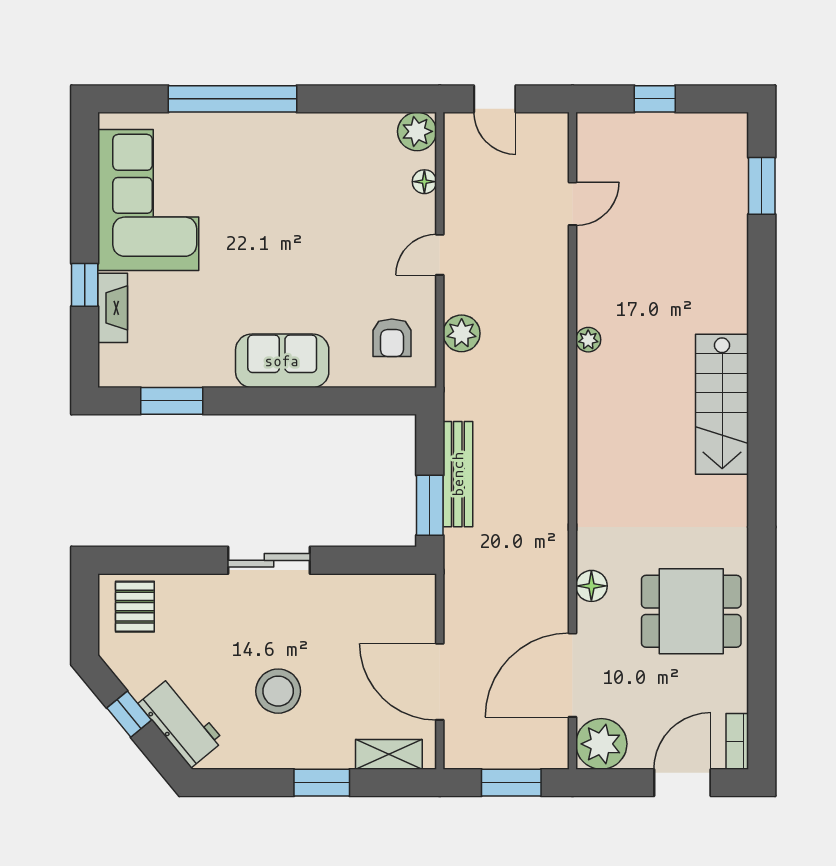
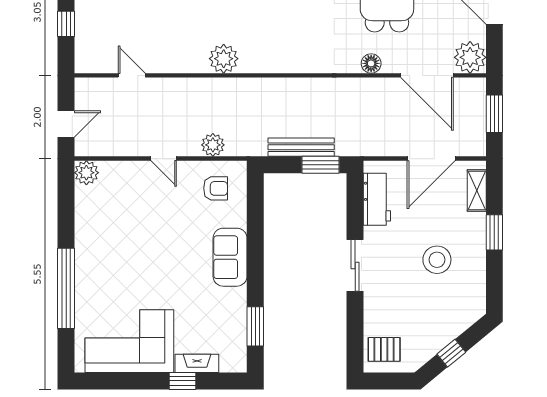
floor lamp: (424, 182) -> (118, 168), removed
plant: (588, 340) -> (224, 59), width x1.88, depth x1.88
workbench: (181, 722) -> (377, 199), moved, turned 130

